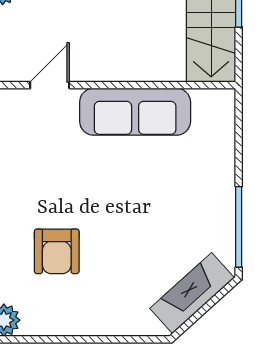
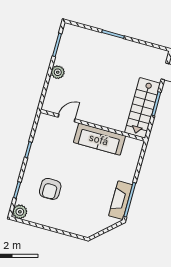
fireplace: (192, 293) -> (121, 200), moved, turned -48

